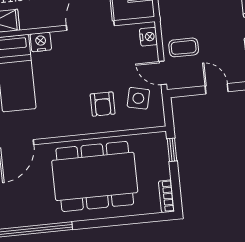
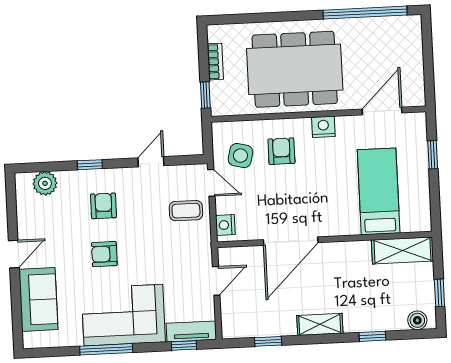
nightstand: (41, 42) -> (323, 127), moved, turned 180
door: (217, 89) -> (151, 162), swing flipped
bookcase: (166, 196) -> (215, 62), moved

